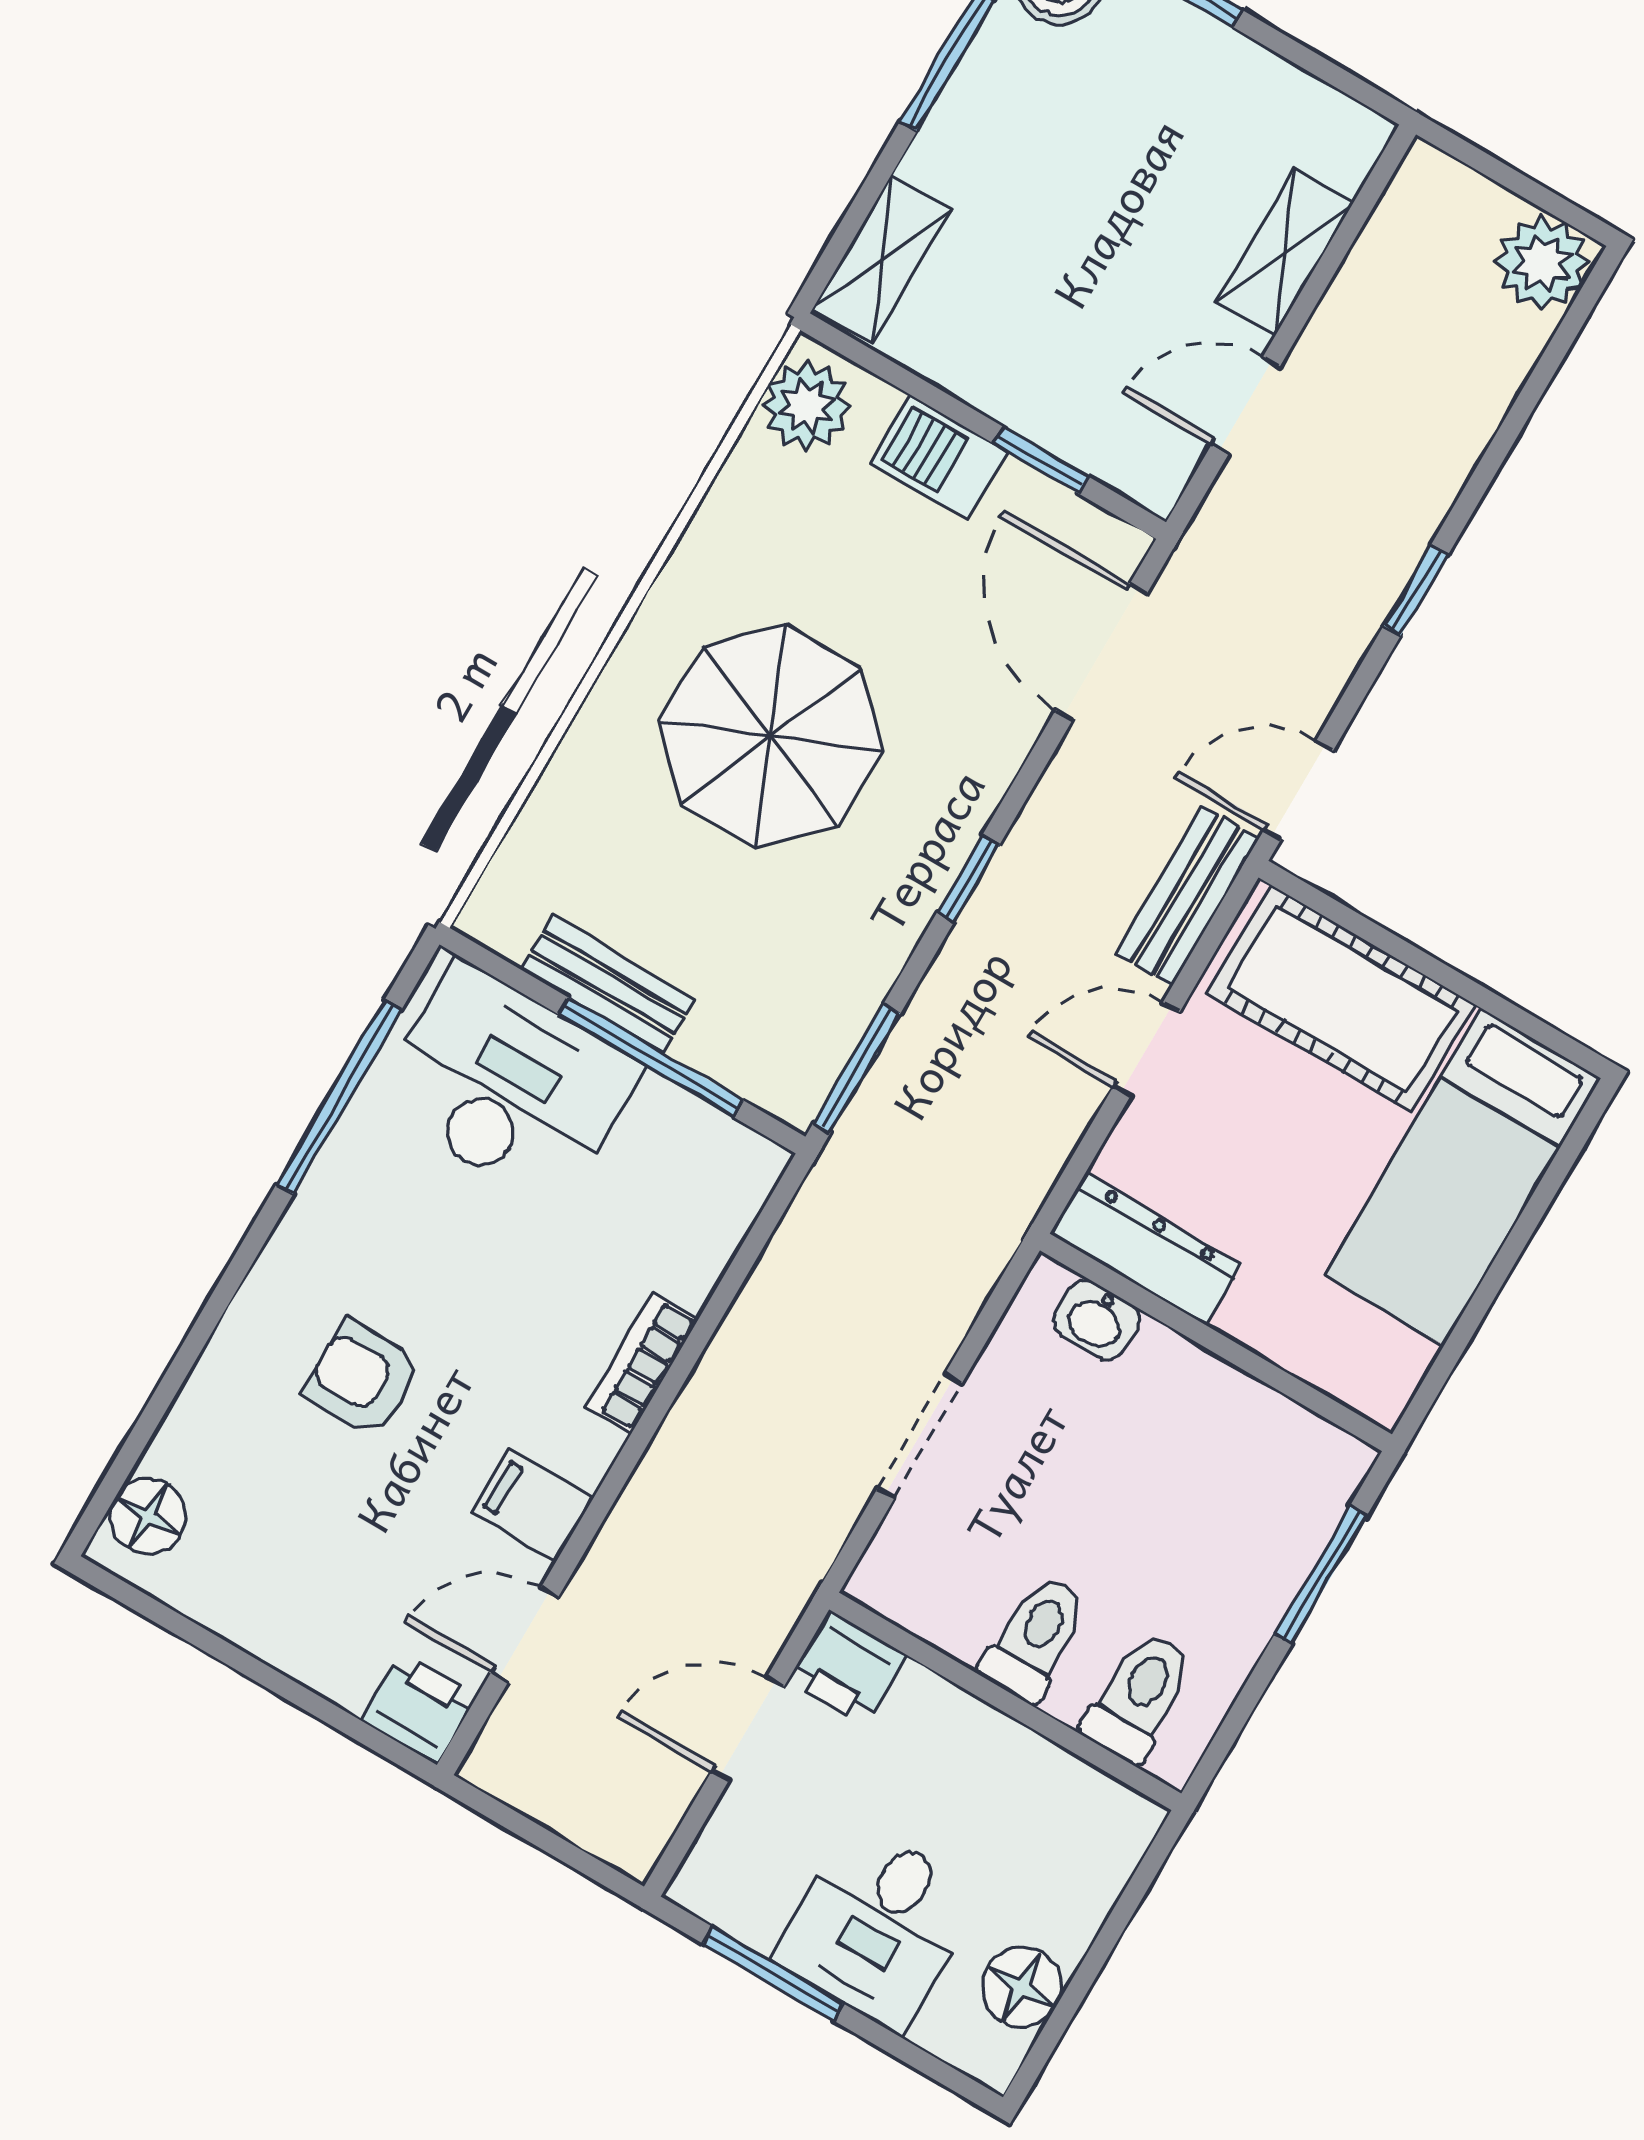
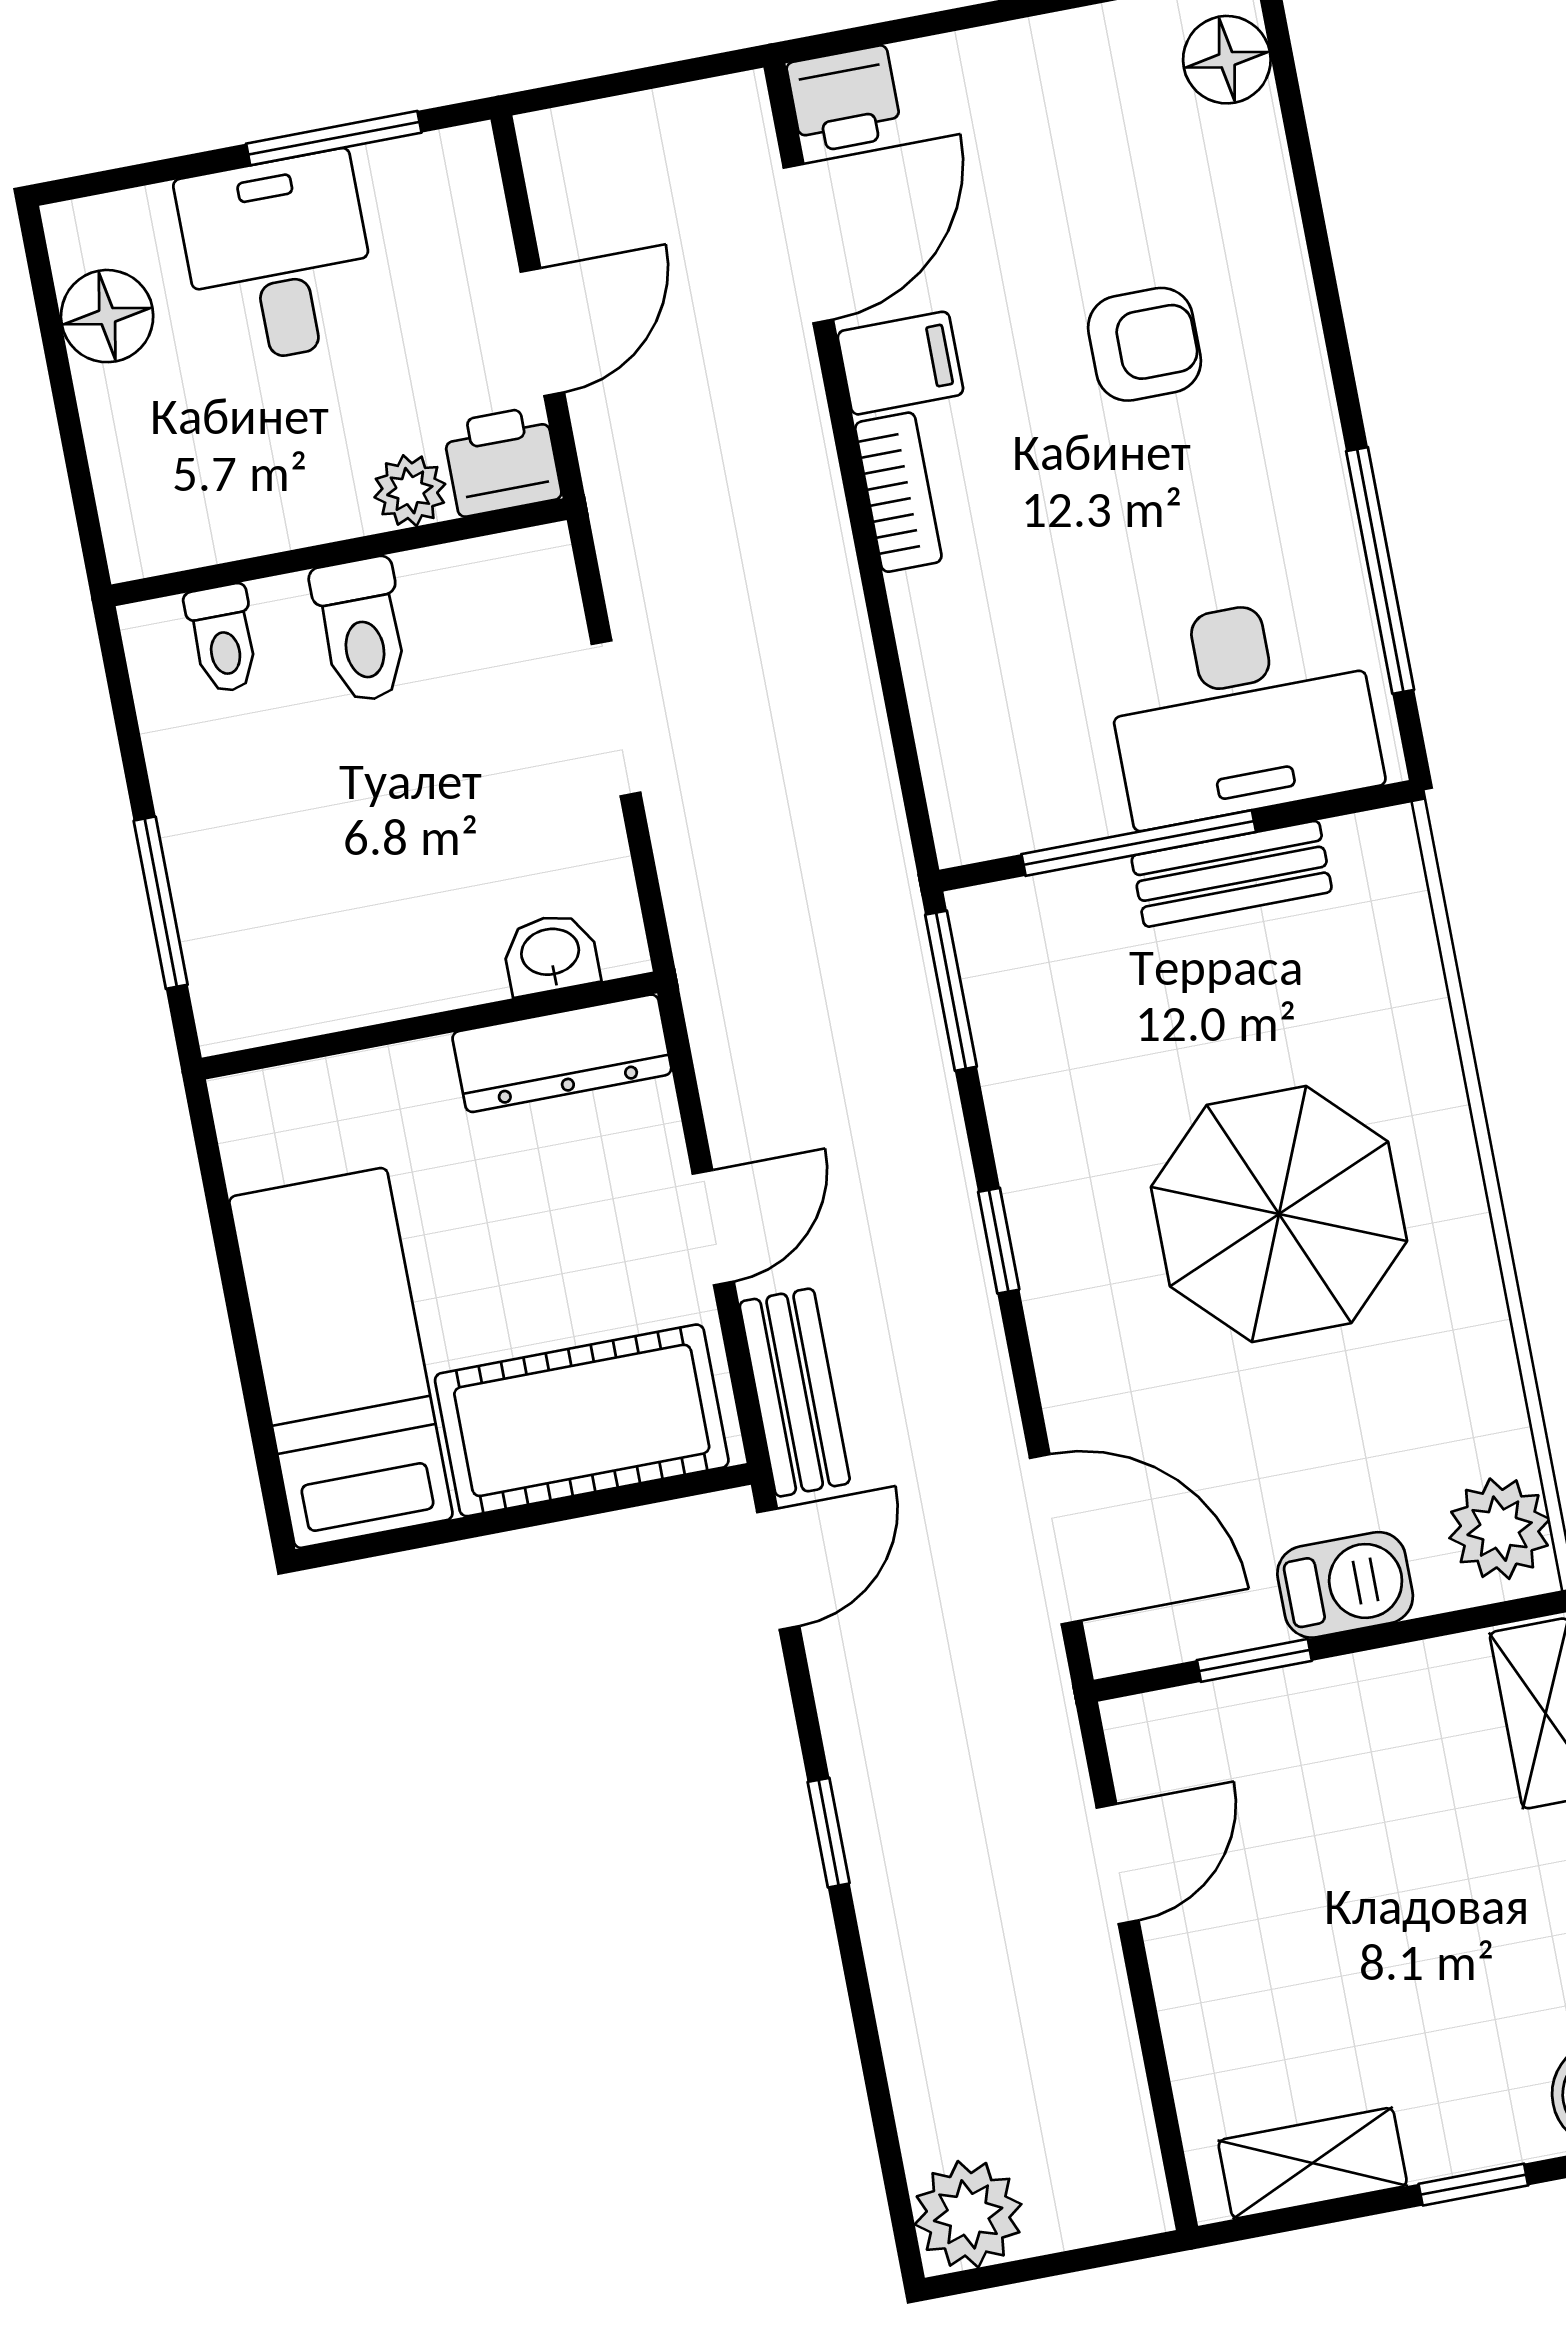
shelving: (1284, 252) -> (1313, 2163), moved, turned 90
bookcase: (642, 1363) -> (898, 492), moved
door: (524, 1635) -> (808, 244), width x1.37
toilet: (1139, 1696) -> (223, 639), width x0.73, depth x0.72
plant: (924, 1701) -> (410, 491), added

